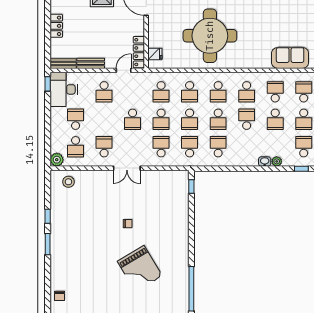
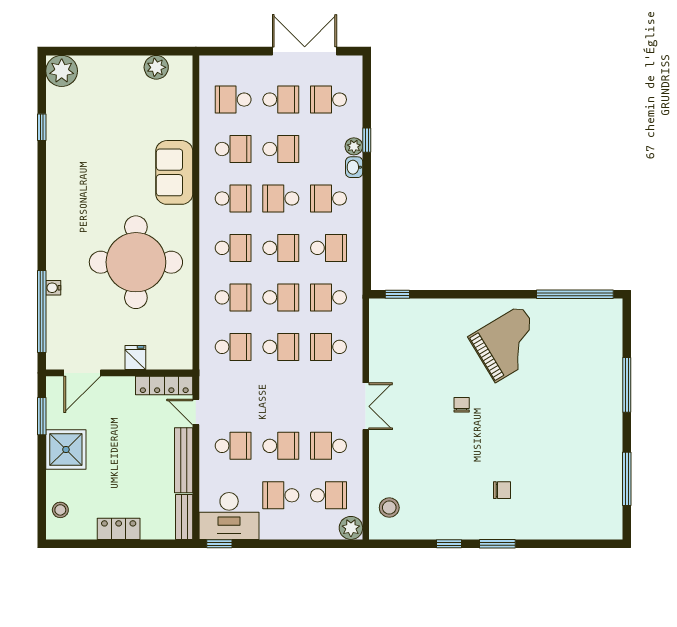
fridge: (155, 54) -> (135, 358), moved
sofa: (290, 58) -> (174, 172), moved
bench: (91, 63) -> (184, 460), width x1.36
school desk: (275, 92) -> (233, 149), turned 180
school desk: (133, 119) -> (281, 446), moved
school desk: (218, 147) -> (328, 248), turned 180
school desk: (247, 147) -> (328, 198), added
window: (301, 169) -> (367, 140), moved
grand piano: (140, 269) -> (508, 344), moved
chair: (59, 296) -> (502, 490), moved

